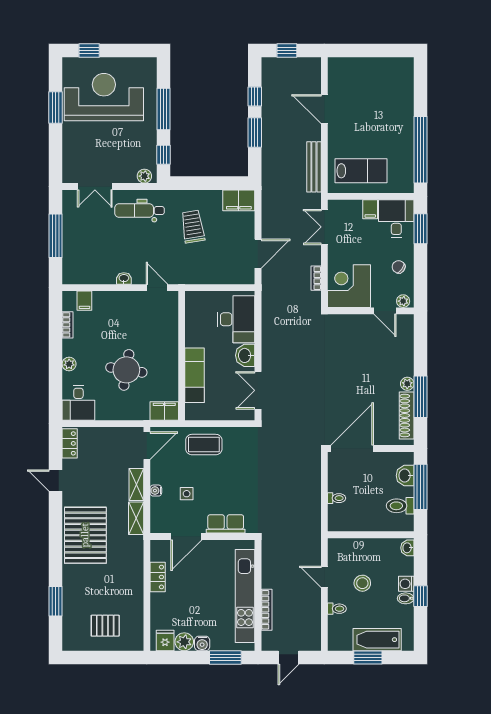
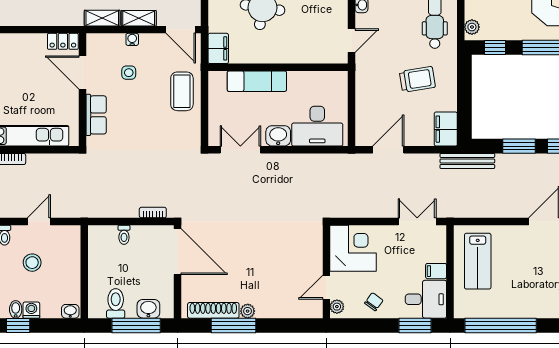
bench: (314, 167) -> (467, 161), moved
door: (258, 254) -> (388, 150), swing flipped
bookcase: (316, 278) -> (153, 213), moved
locker: (158, 577) -> (63, 41), moved

